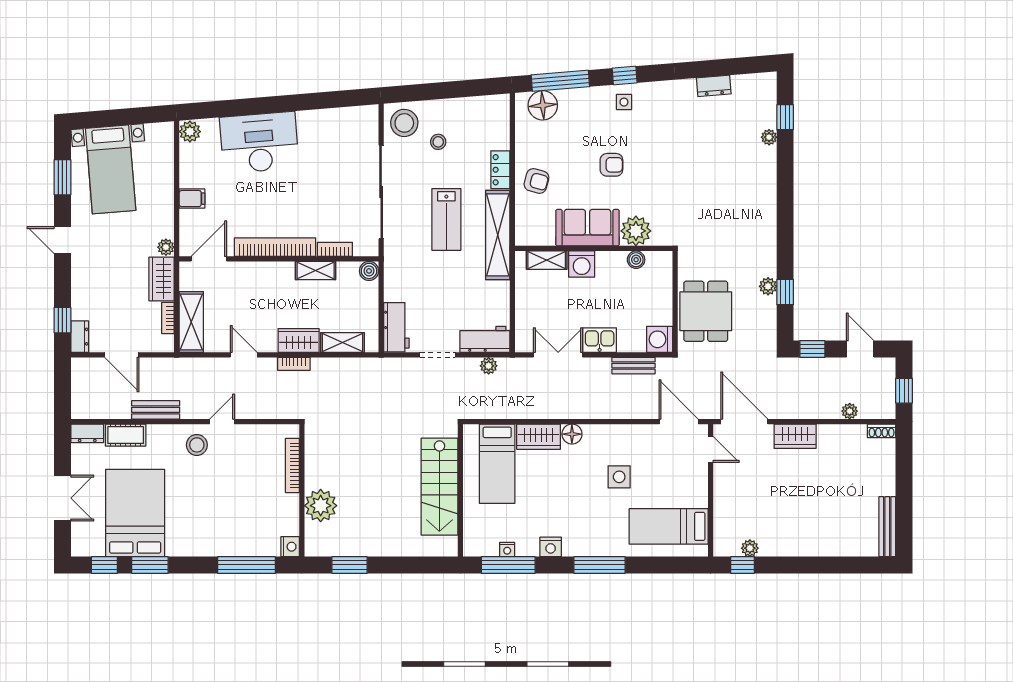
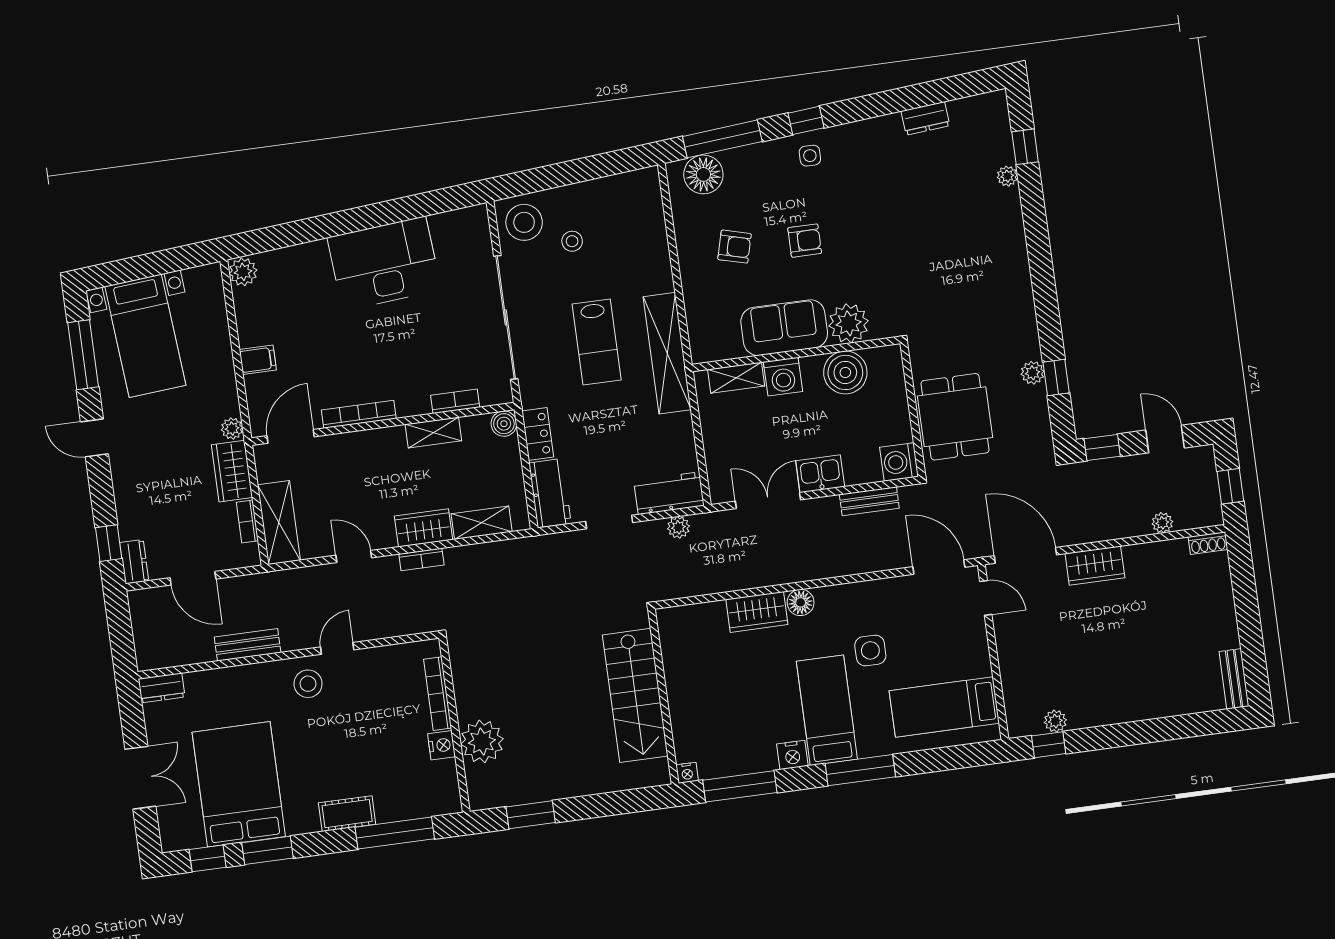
desk: (259, 143) -> (384, 263), moved
locker: (500, 170) -> (538, 434), moved, turned 180
window: (62, 177) -> (83, 355), width x1.44
armchair: (536, 181) -> (735, 247), moved
bookcase: (275, 247) -> (359, 414), width x0.68, depth x0.76
boiler: (636, 260) -> (845, 372), width x1.86, depth x1.86
cot: (126, 435) -> (347, 814), moved
bed: (497, 464) -> (827, 710), moved, turned 180
bench: (887, 527) -> (1234, 679), width x0.73
nightstand: (290, 547) -> (442, 745), moved
nightstand: (507, 550) -> (687, 773), moved

